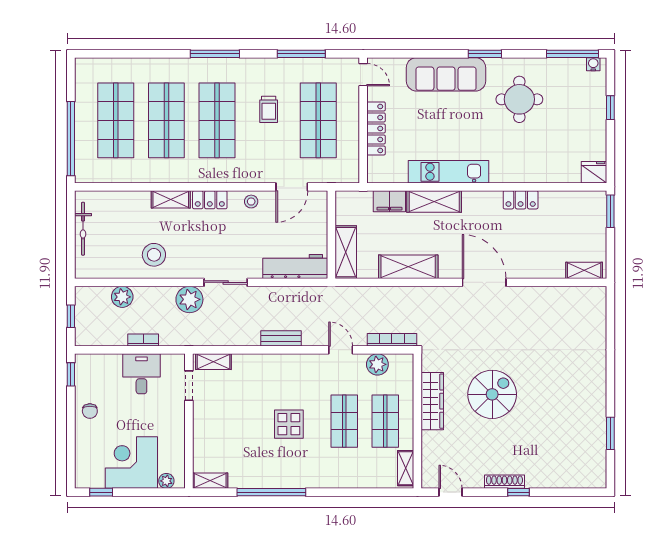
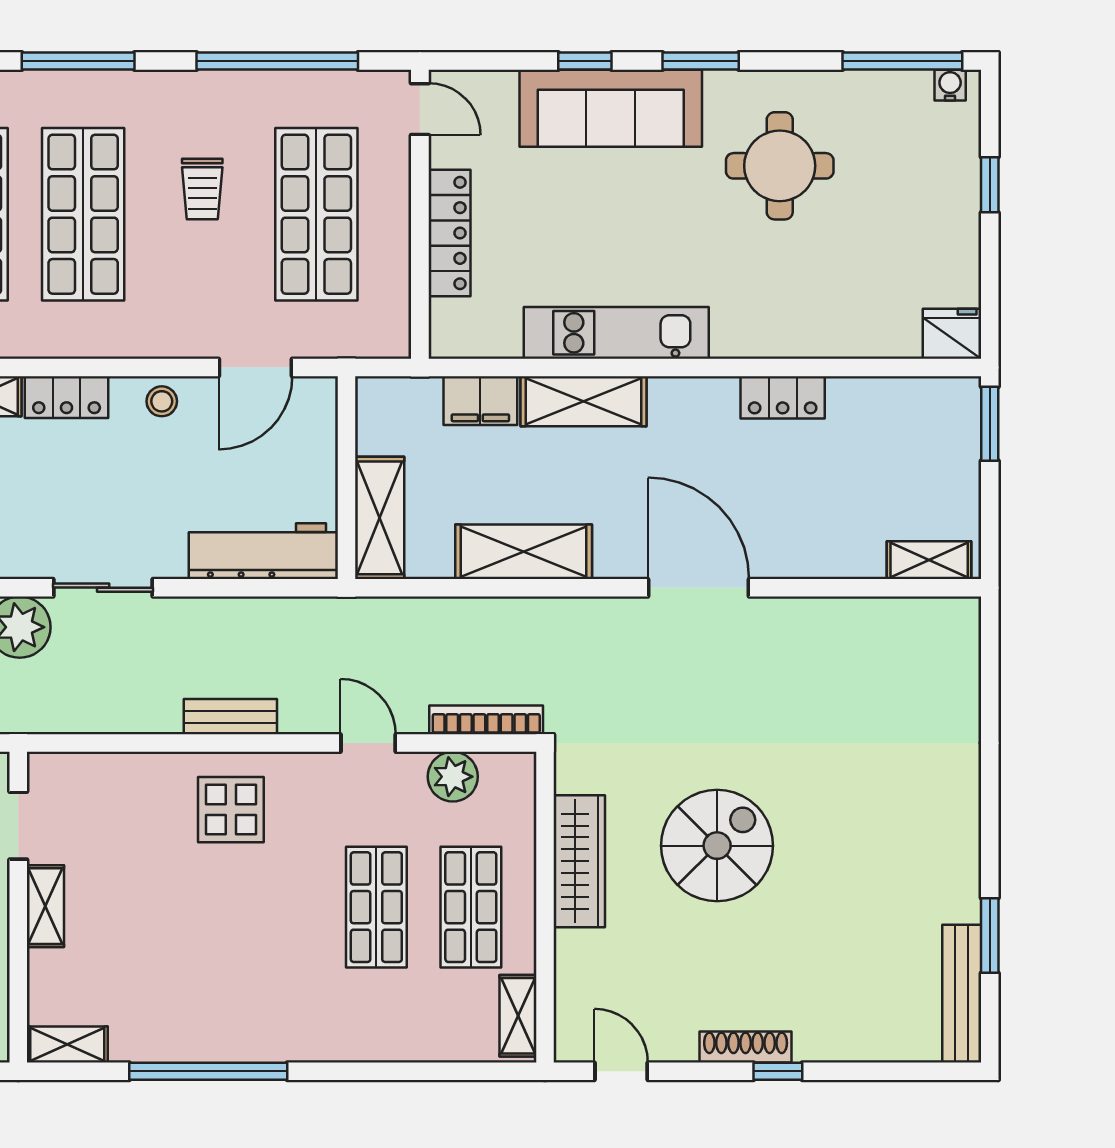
window: (301, 54) -> (277, 61), width x1.46
window: (435, 54) -> (585, 61), added
shelving: (213, 362) -> (45, 906), moved, turned 90
display table: (289, 424) -> (231, 810), moved
bench: (598, 459) -> (962, 994), added

